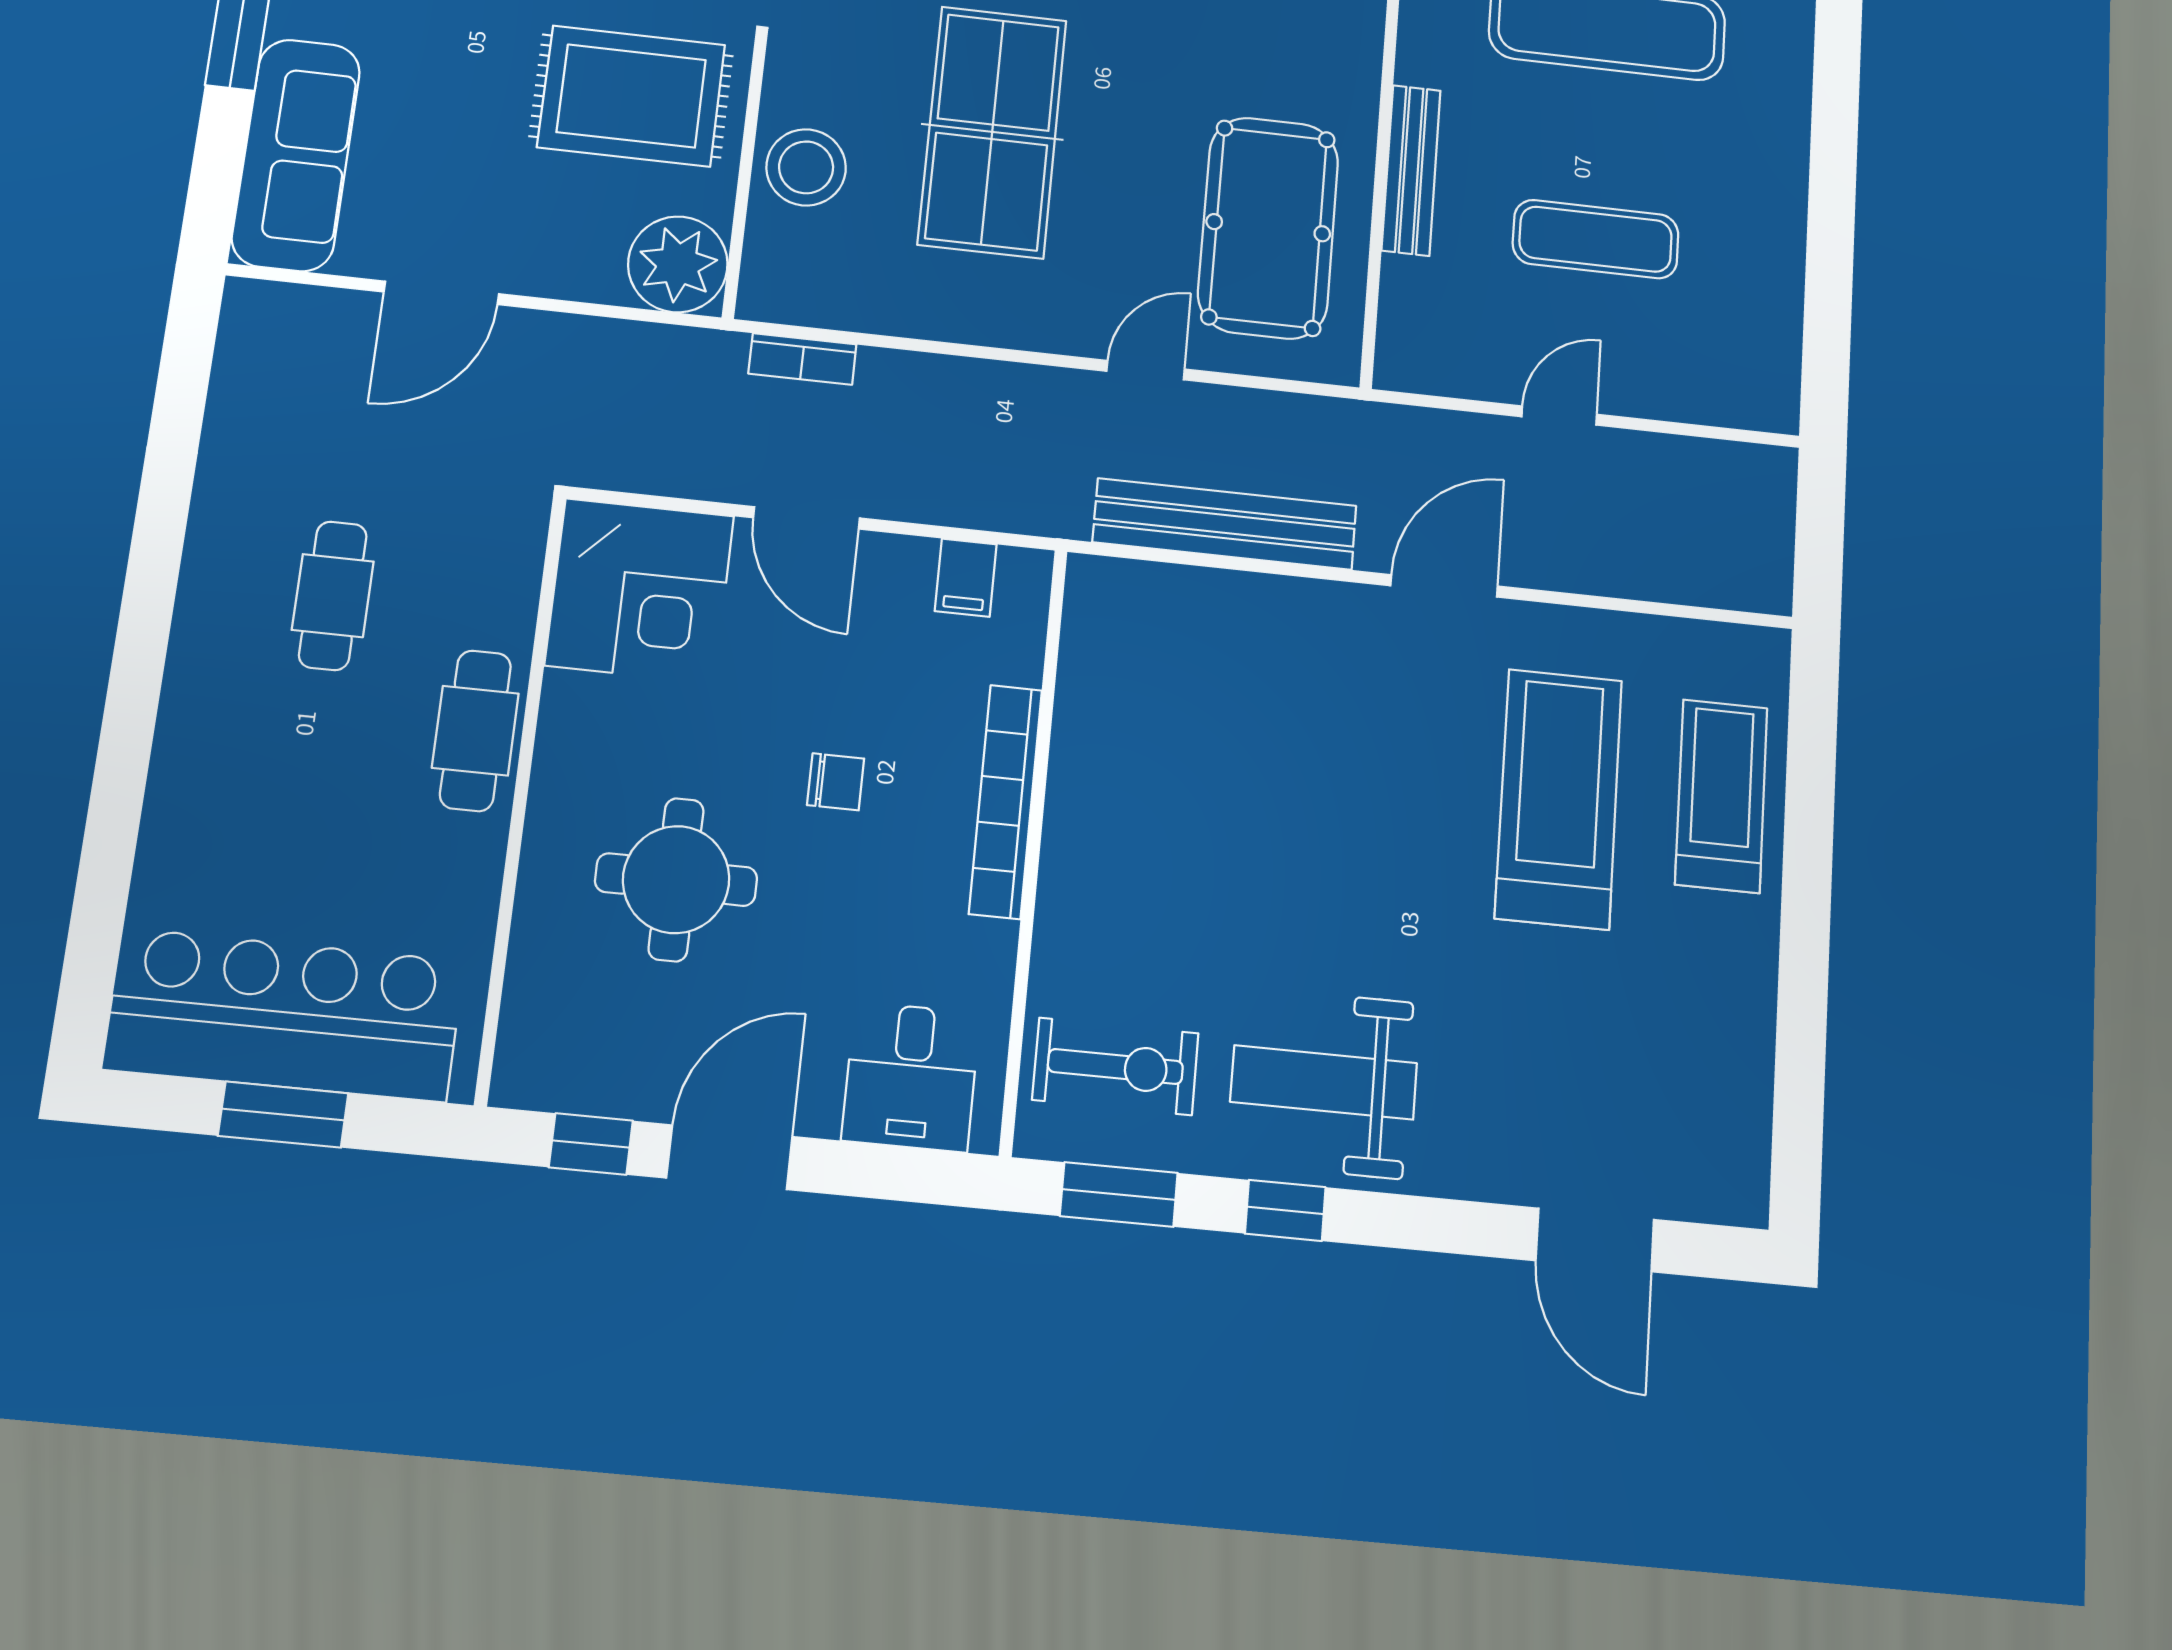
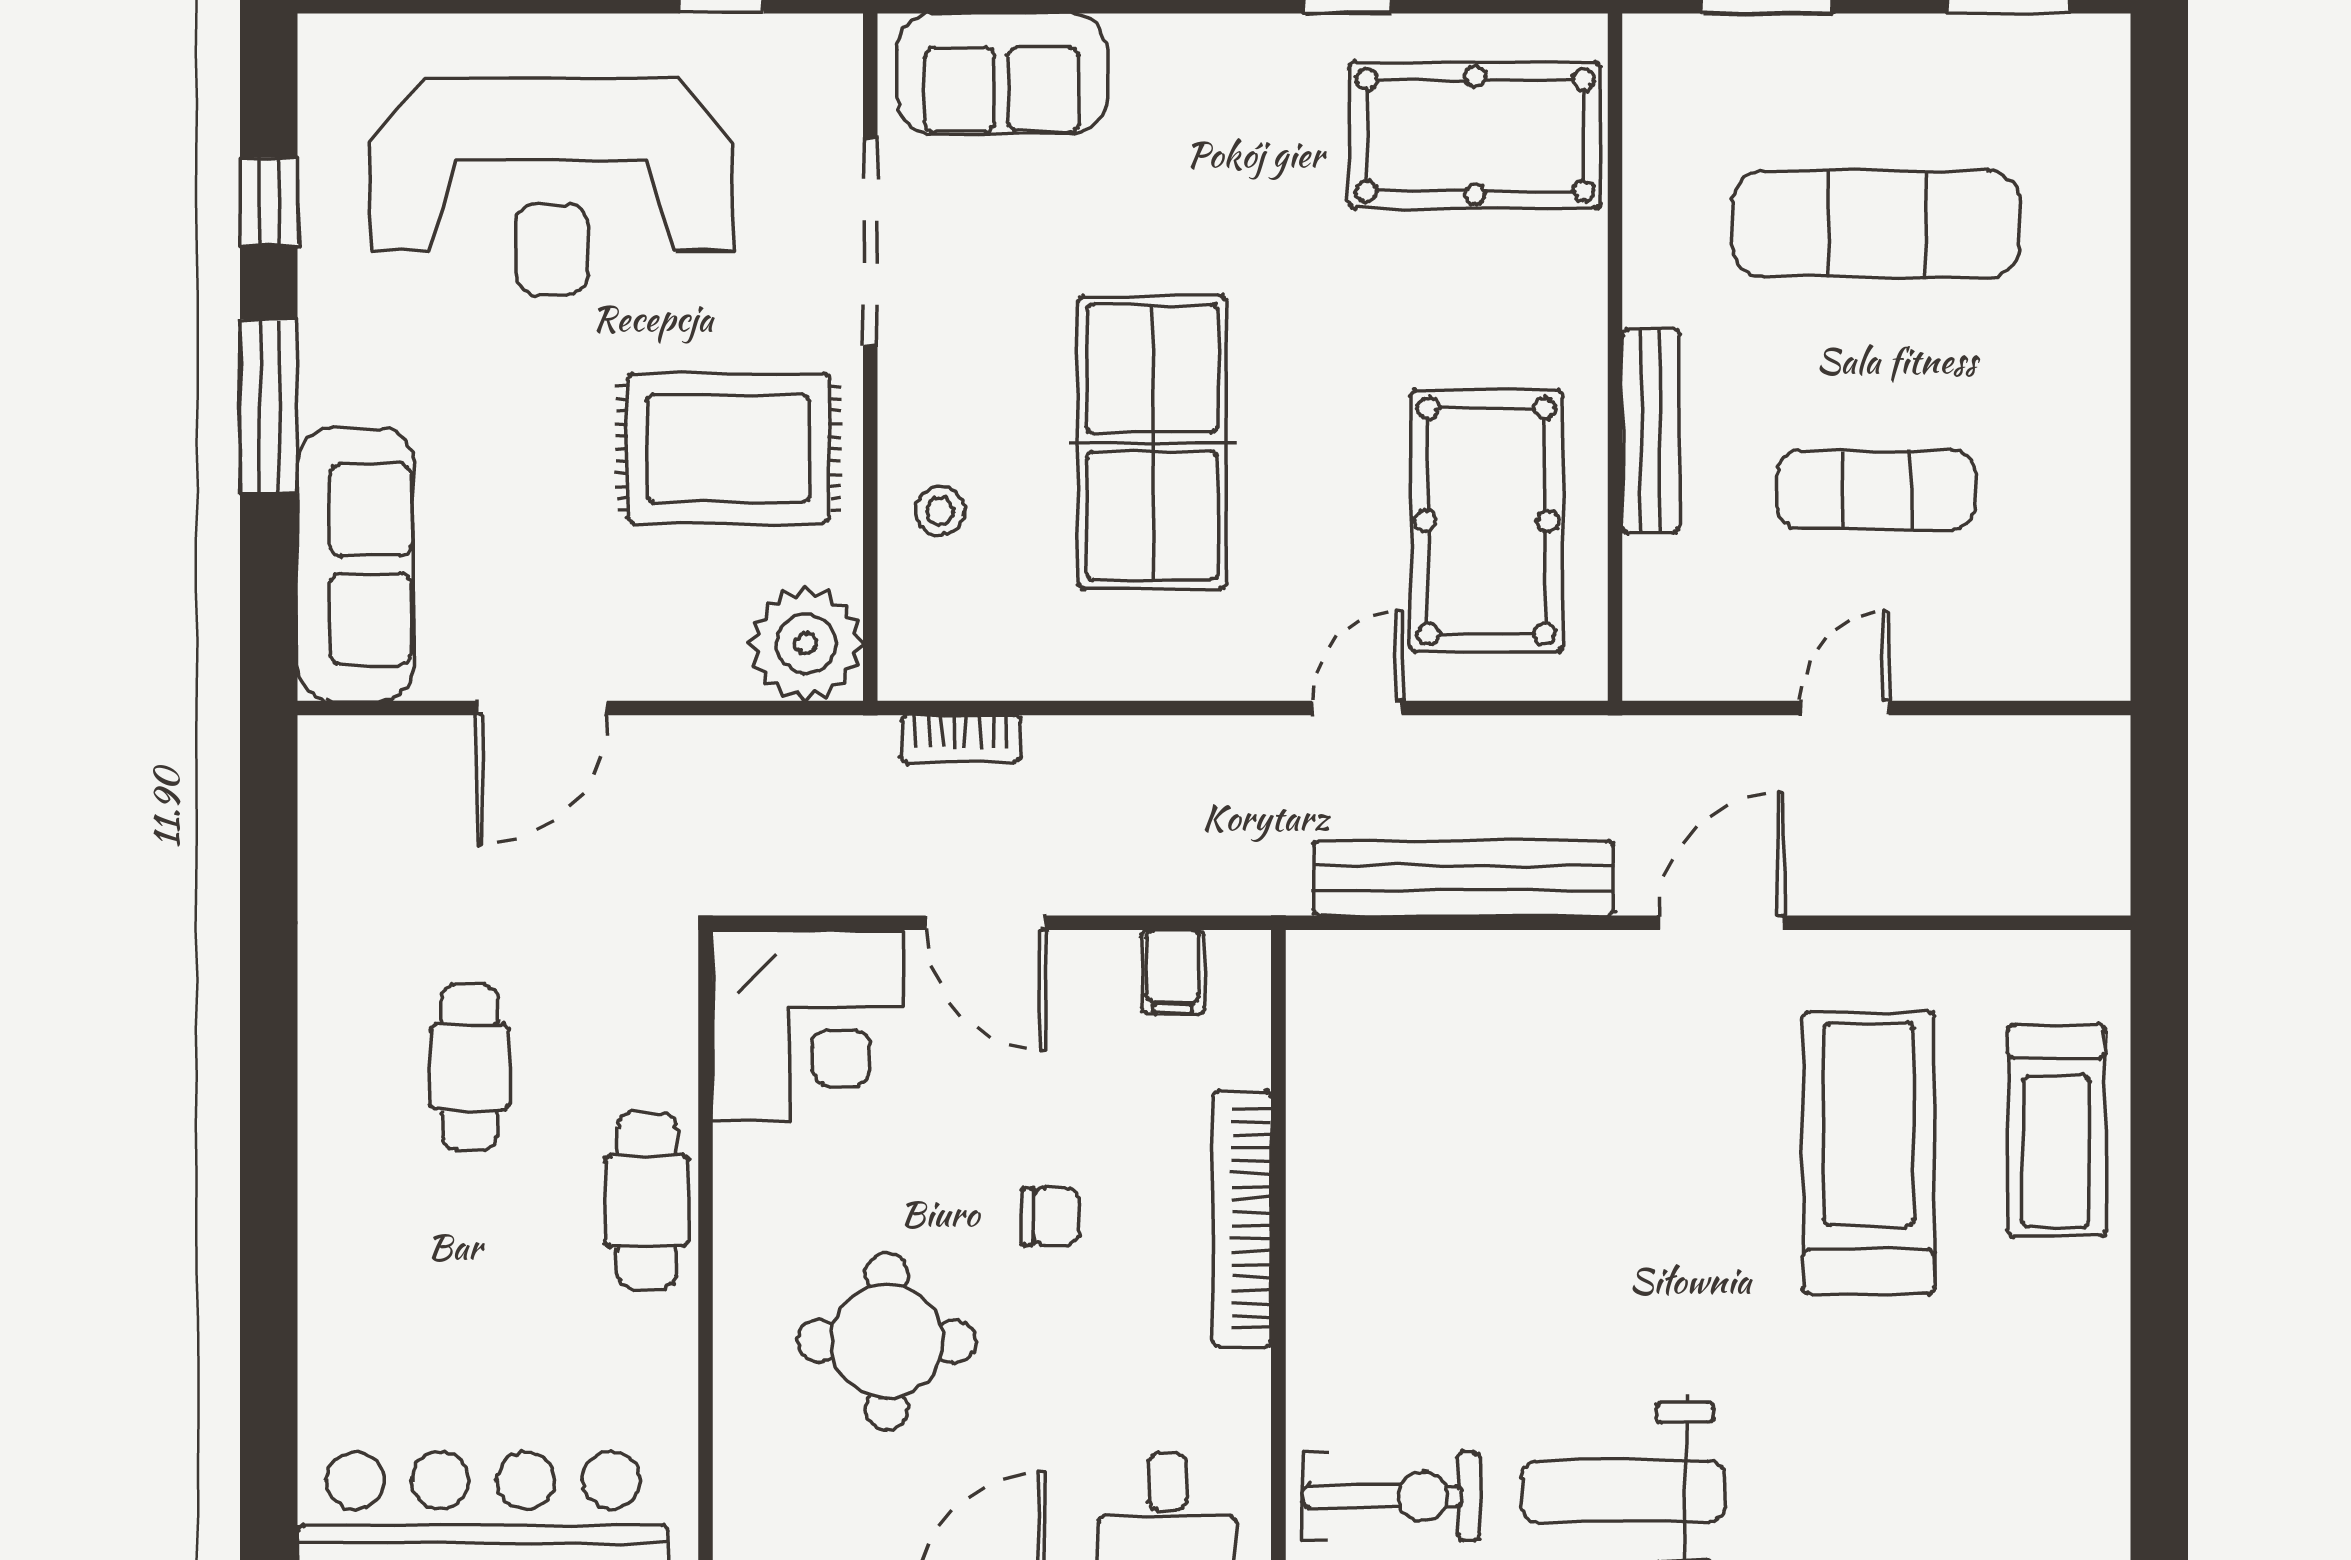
stool: (806, 167) -> (940, 511), width x0.53, depth x0.53
treadmill: (1721, 796) -> (2056, 1130), turned 180

